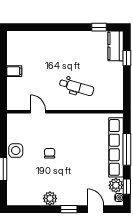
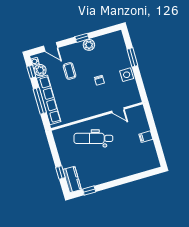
dental chair: (77, 87) -> (93, 138), width x1.36, depth x1.38
coffee table: (82, 174) -> (70, 71), added
window: (69, 209) -> (82, 38), moved

